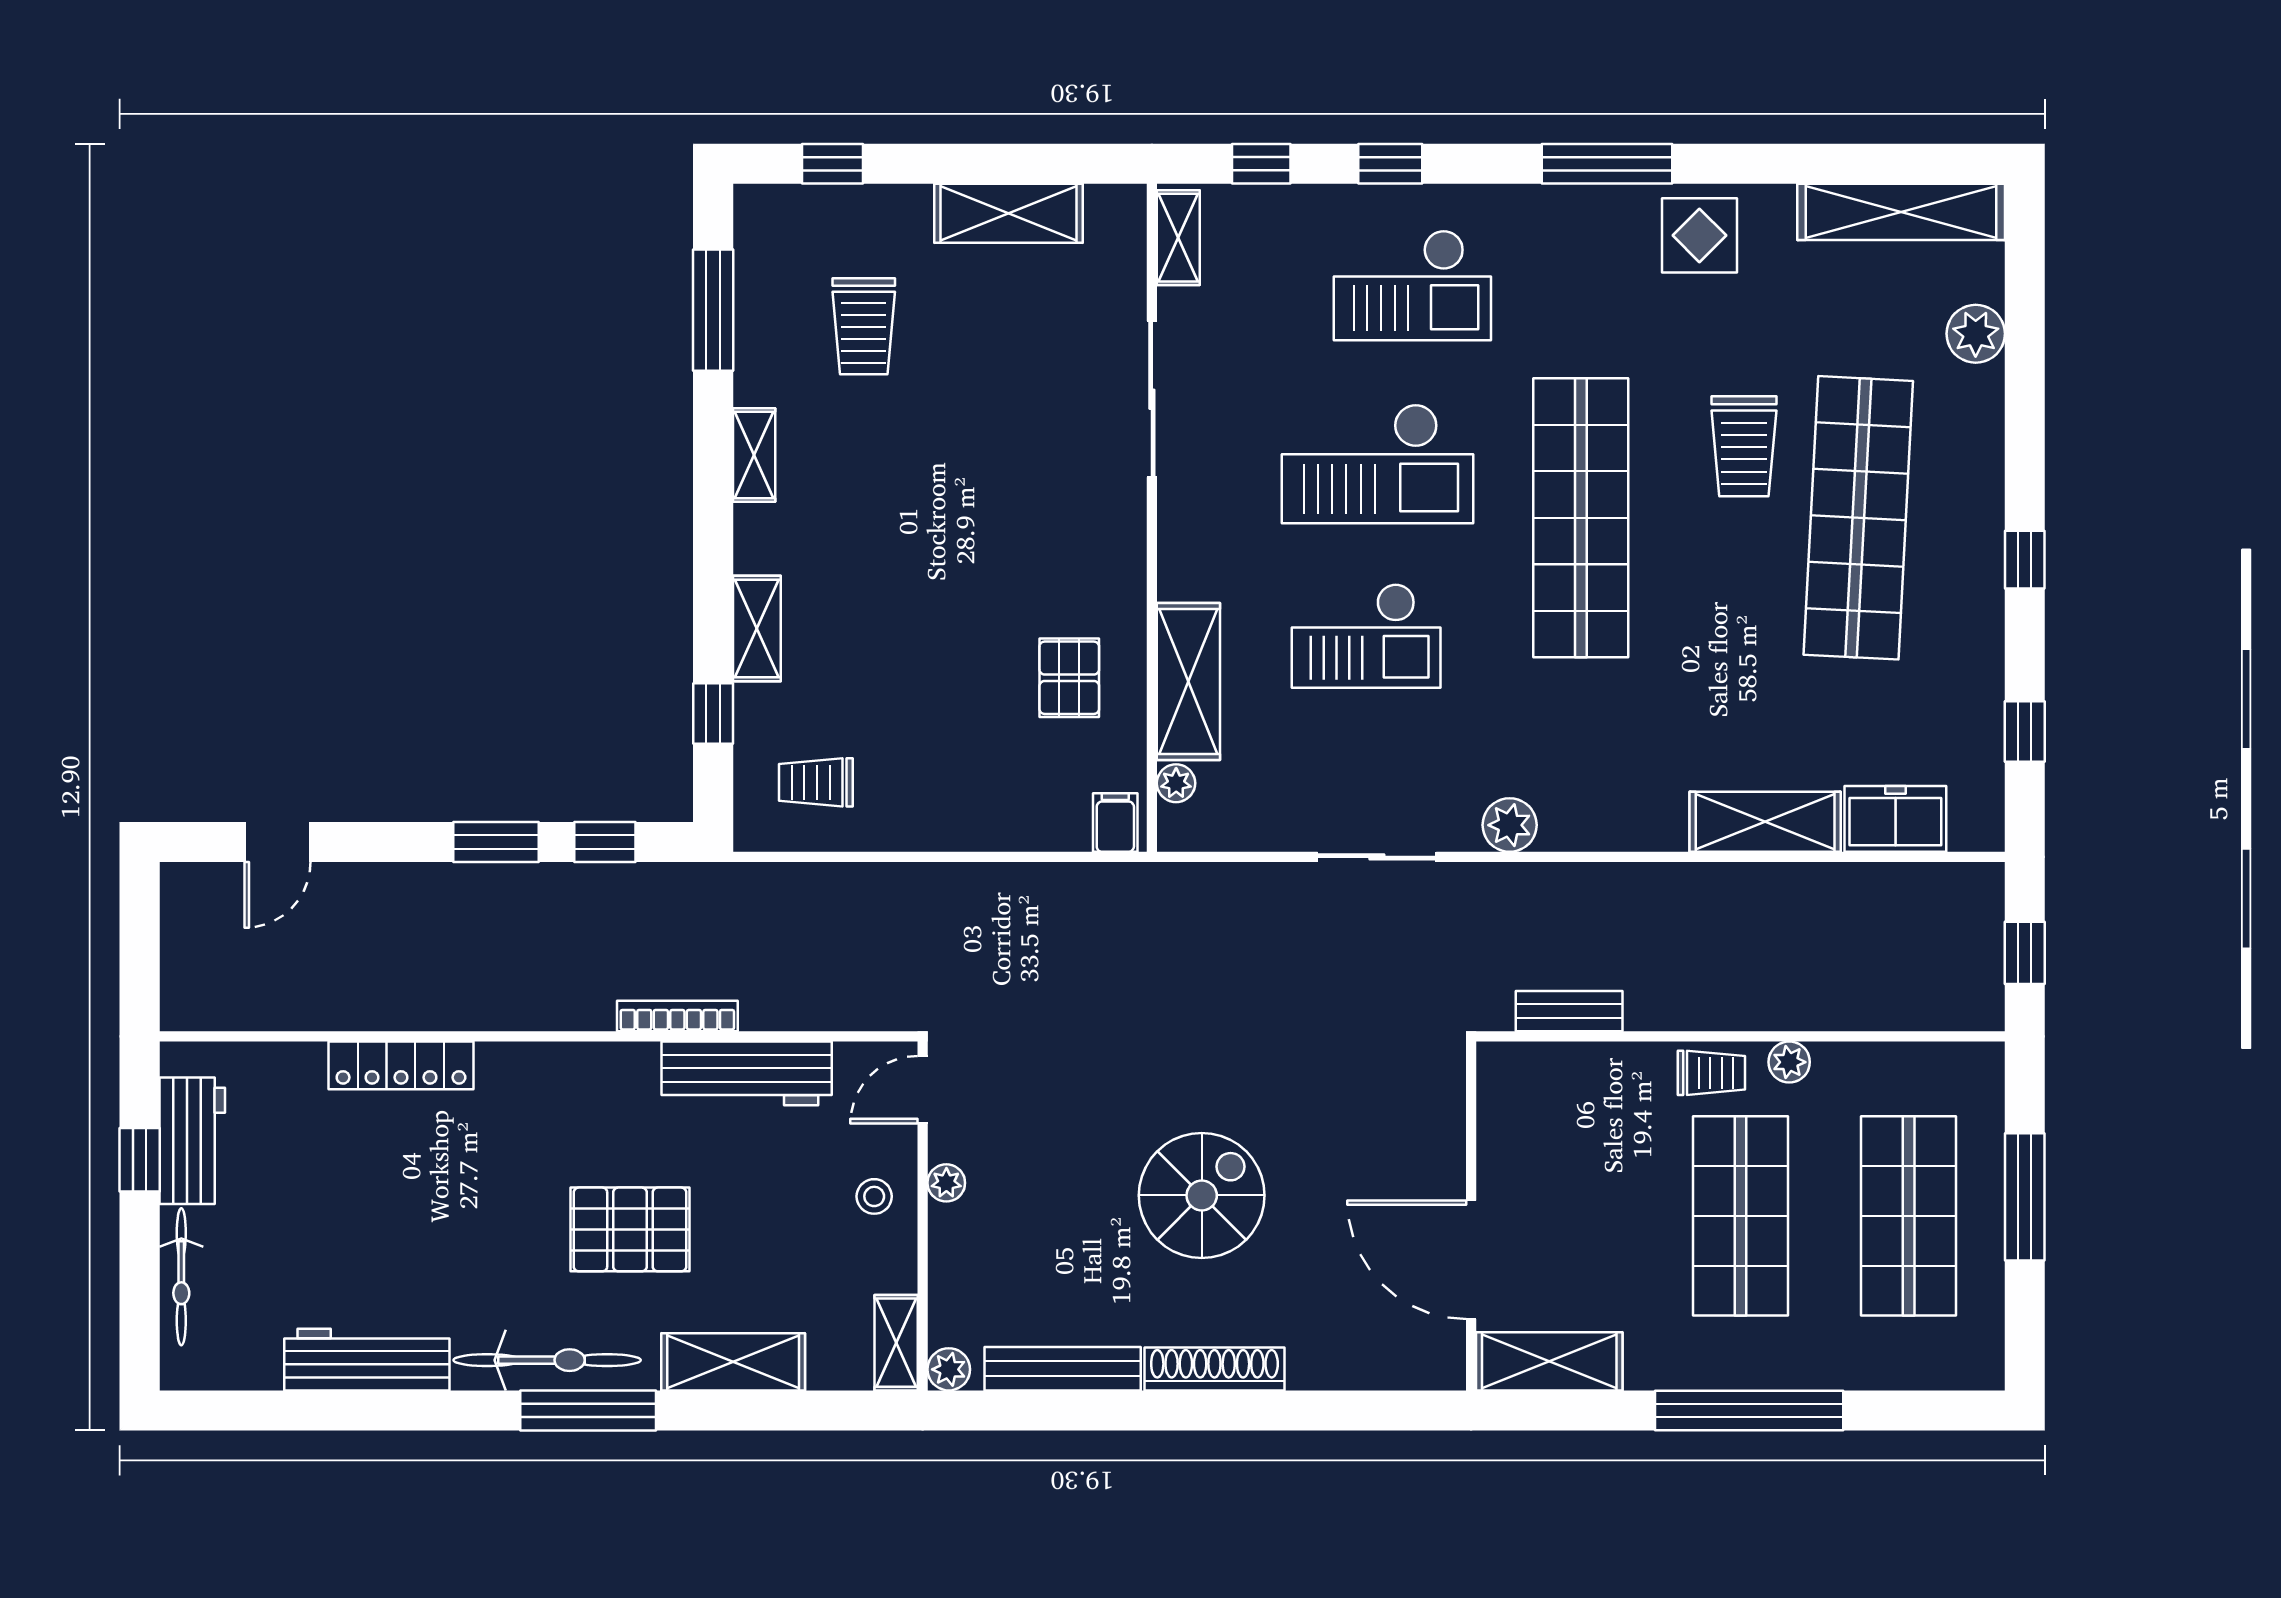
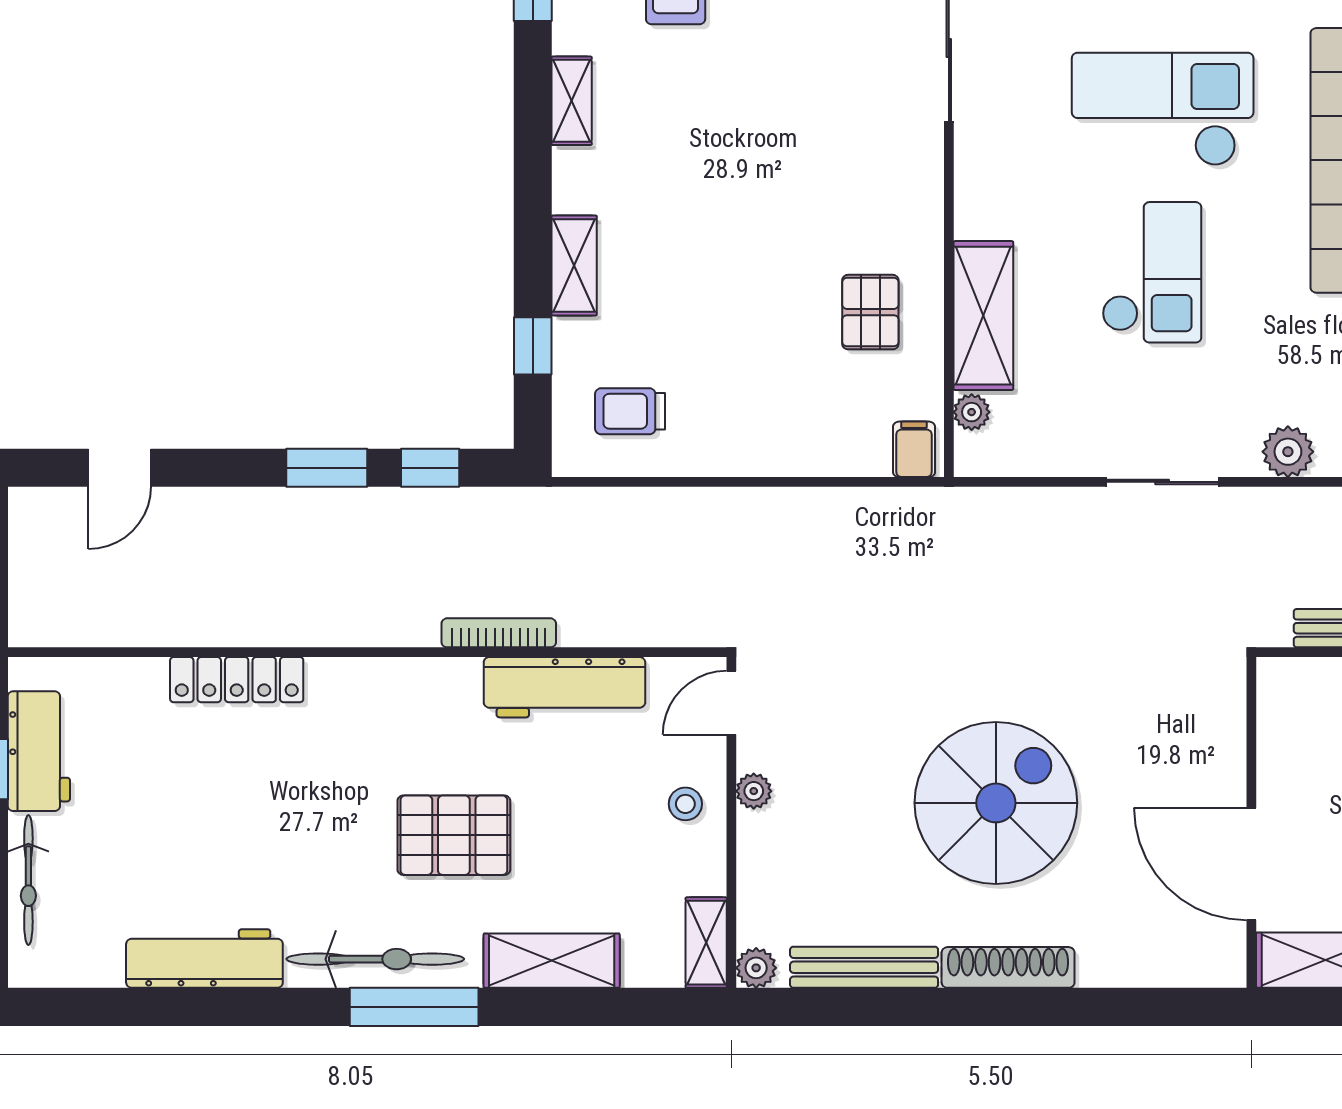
checkout: (1377, 464) -> (1163, 109), turned 180
checkout: (1366, 636) -> (1152, 272), turned -90
spiral stairs: (1202, 1195) -> (996, 803), width x1.37, depth x1.37

